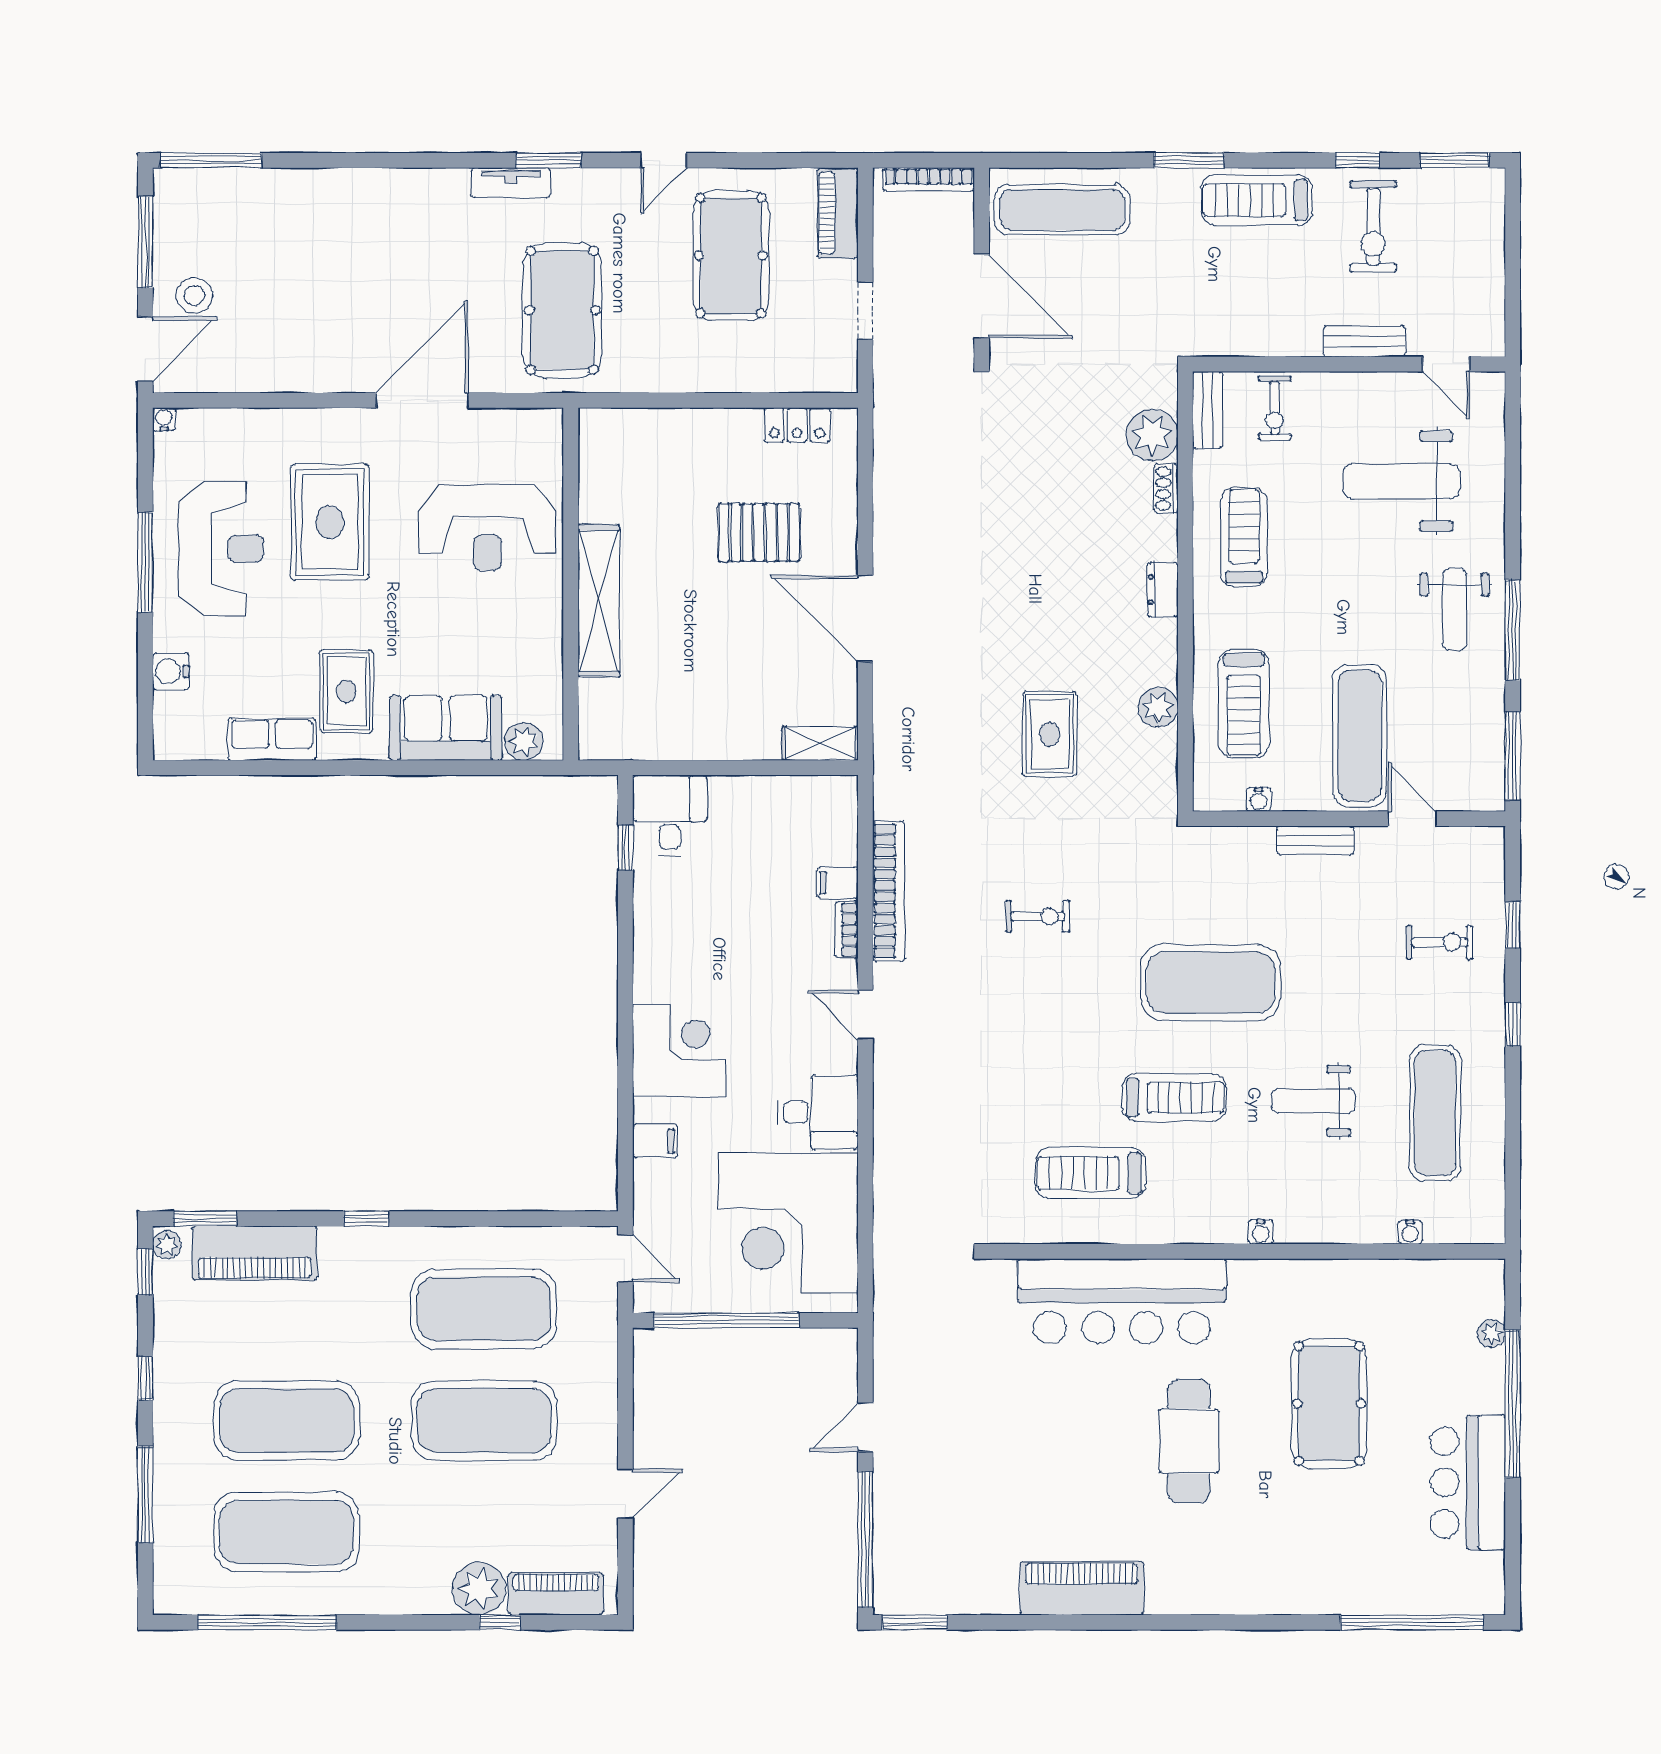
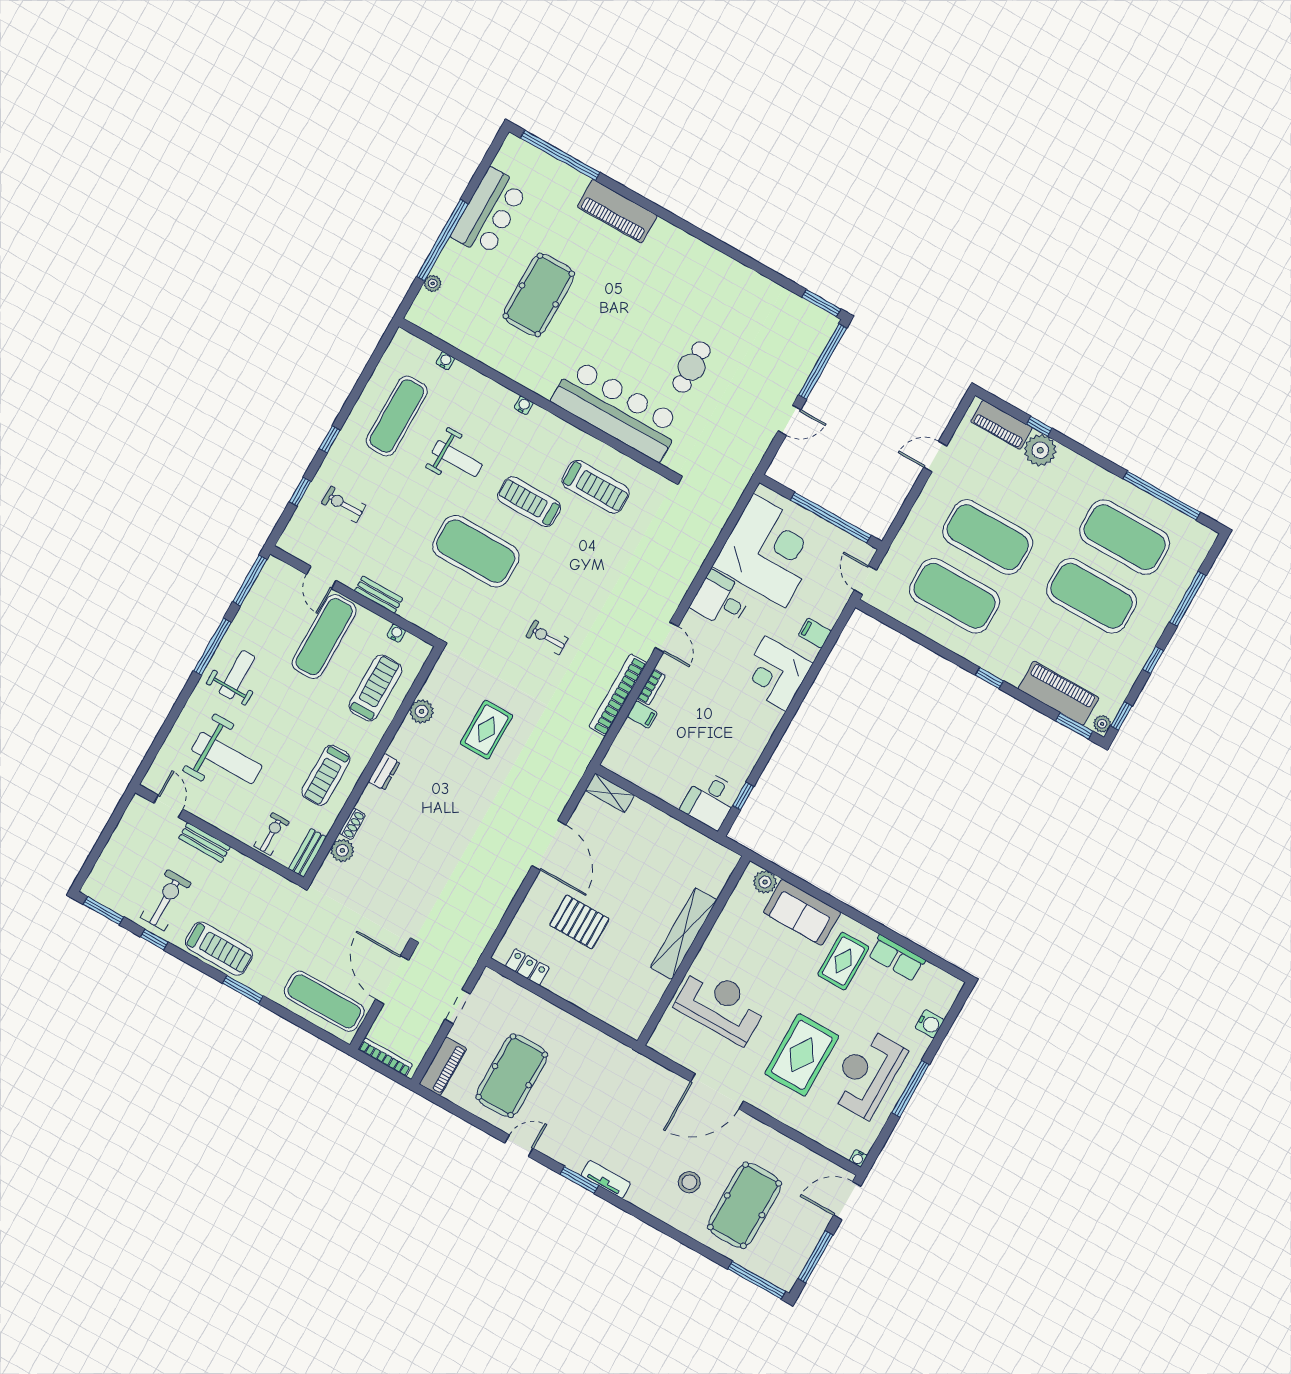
stool: (194, 295) -> (689, 1182), moved
pool table: (562, 310) -> (744, 1205), moved
plant: (1152, 435) -> (342, 850), width x0.73, depth x0.73
cafe table: (1189, 1441) -> (691, 367), moved, width x0.73, depth x0.74
piano: (1082, 1588) -> (617, 211), moved

